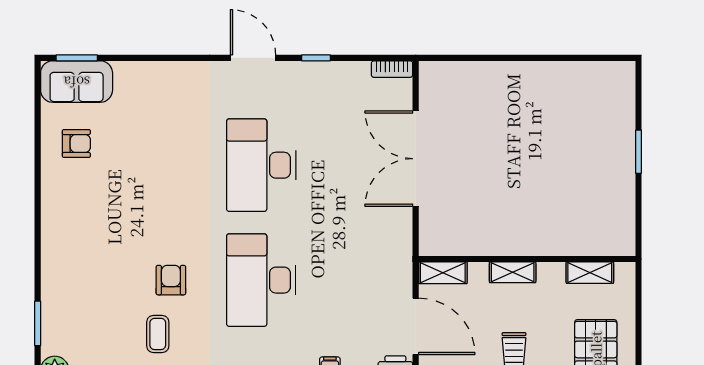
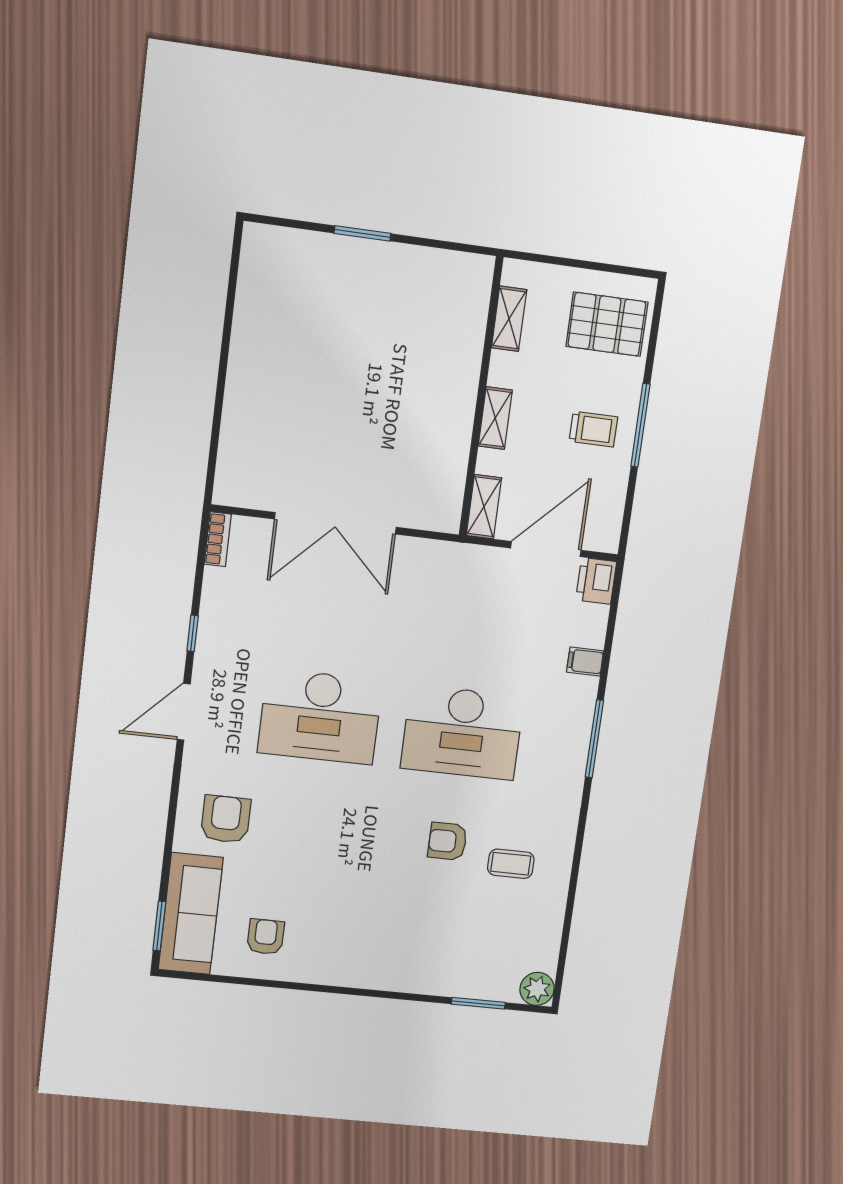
sofa: (77, 82) -> (191, 914), width x1.36
armchair: (170, 101) -> (226, 819), added

